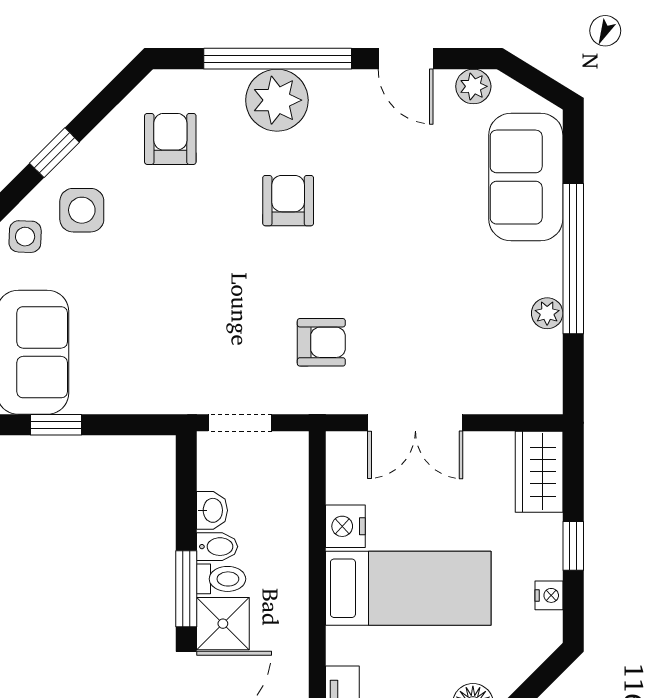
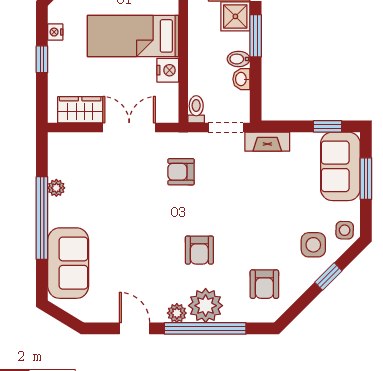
plant: (473, 86) -> (177, 313), moved
fireplace: (165, 397) -> (267, 142), added
wardrobe: (539, 472) -> (80, 110), moved, turned -90
toilet: (221, 579) -> (196, 109), moved, turned 90

